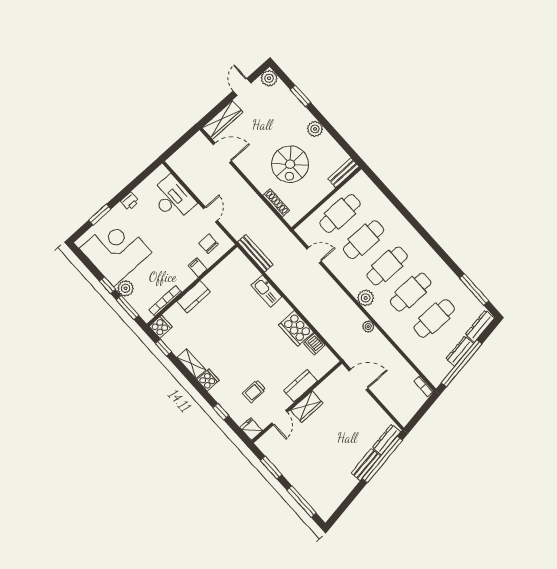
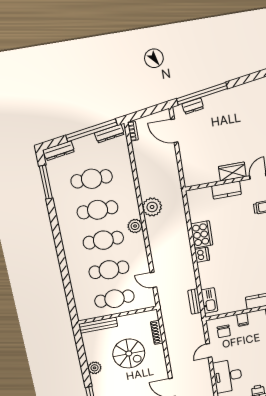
spiral stairs: (290, 164) -> (129, 354), turned 90
bench: (343, 173) -> (98, 325), width x1.36
bench: (255, 253) -> (195, 301), width x0.73
kitchen sink: (266, 291) -> (209, 301), moved
plant: (368, 327) -> (152, 207), width x1.87, depth x1.87
dishwasher: (314, 344) -> (202, 255), moved
dresser: (460, 351) -> (109, 134), moved
door: (358, 379) -> (174, 131), moved
dresser: (386, 440) -> (193, 106), width x0.70
bench: (366, 464) -> (217, 98), removed

